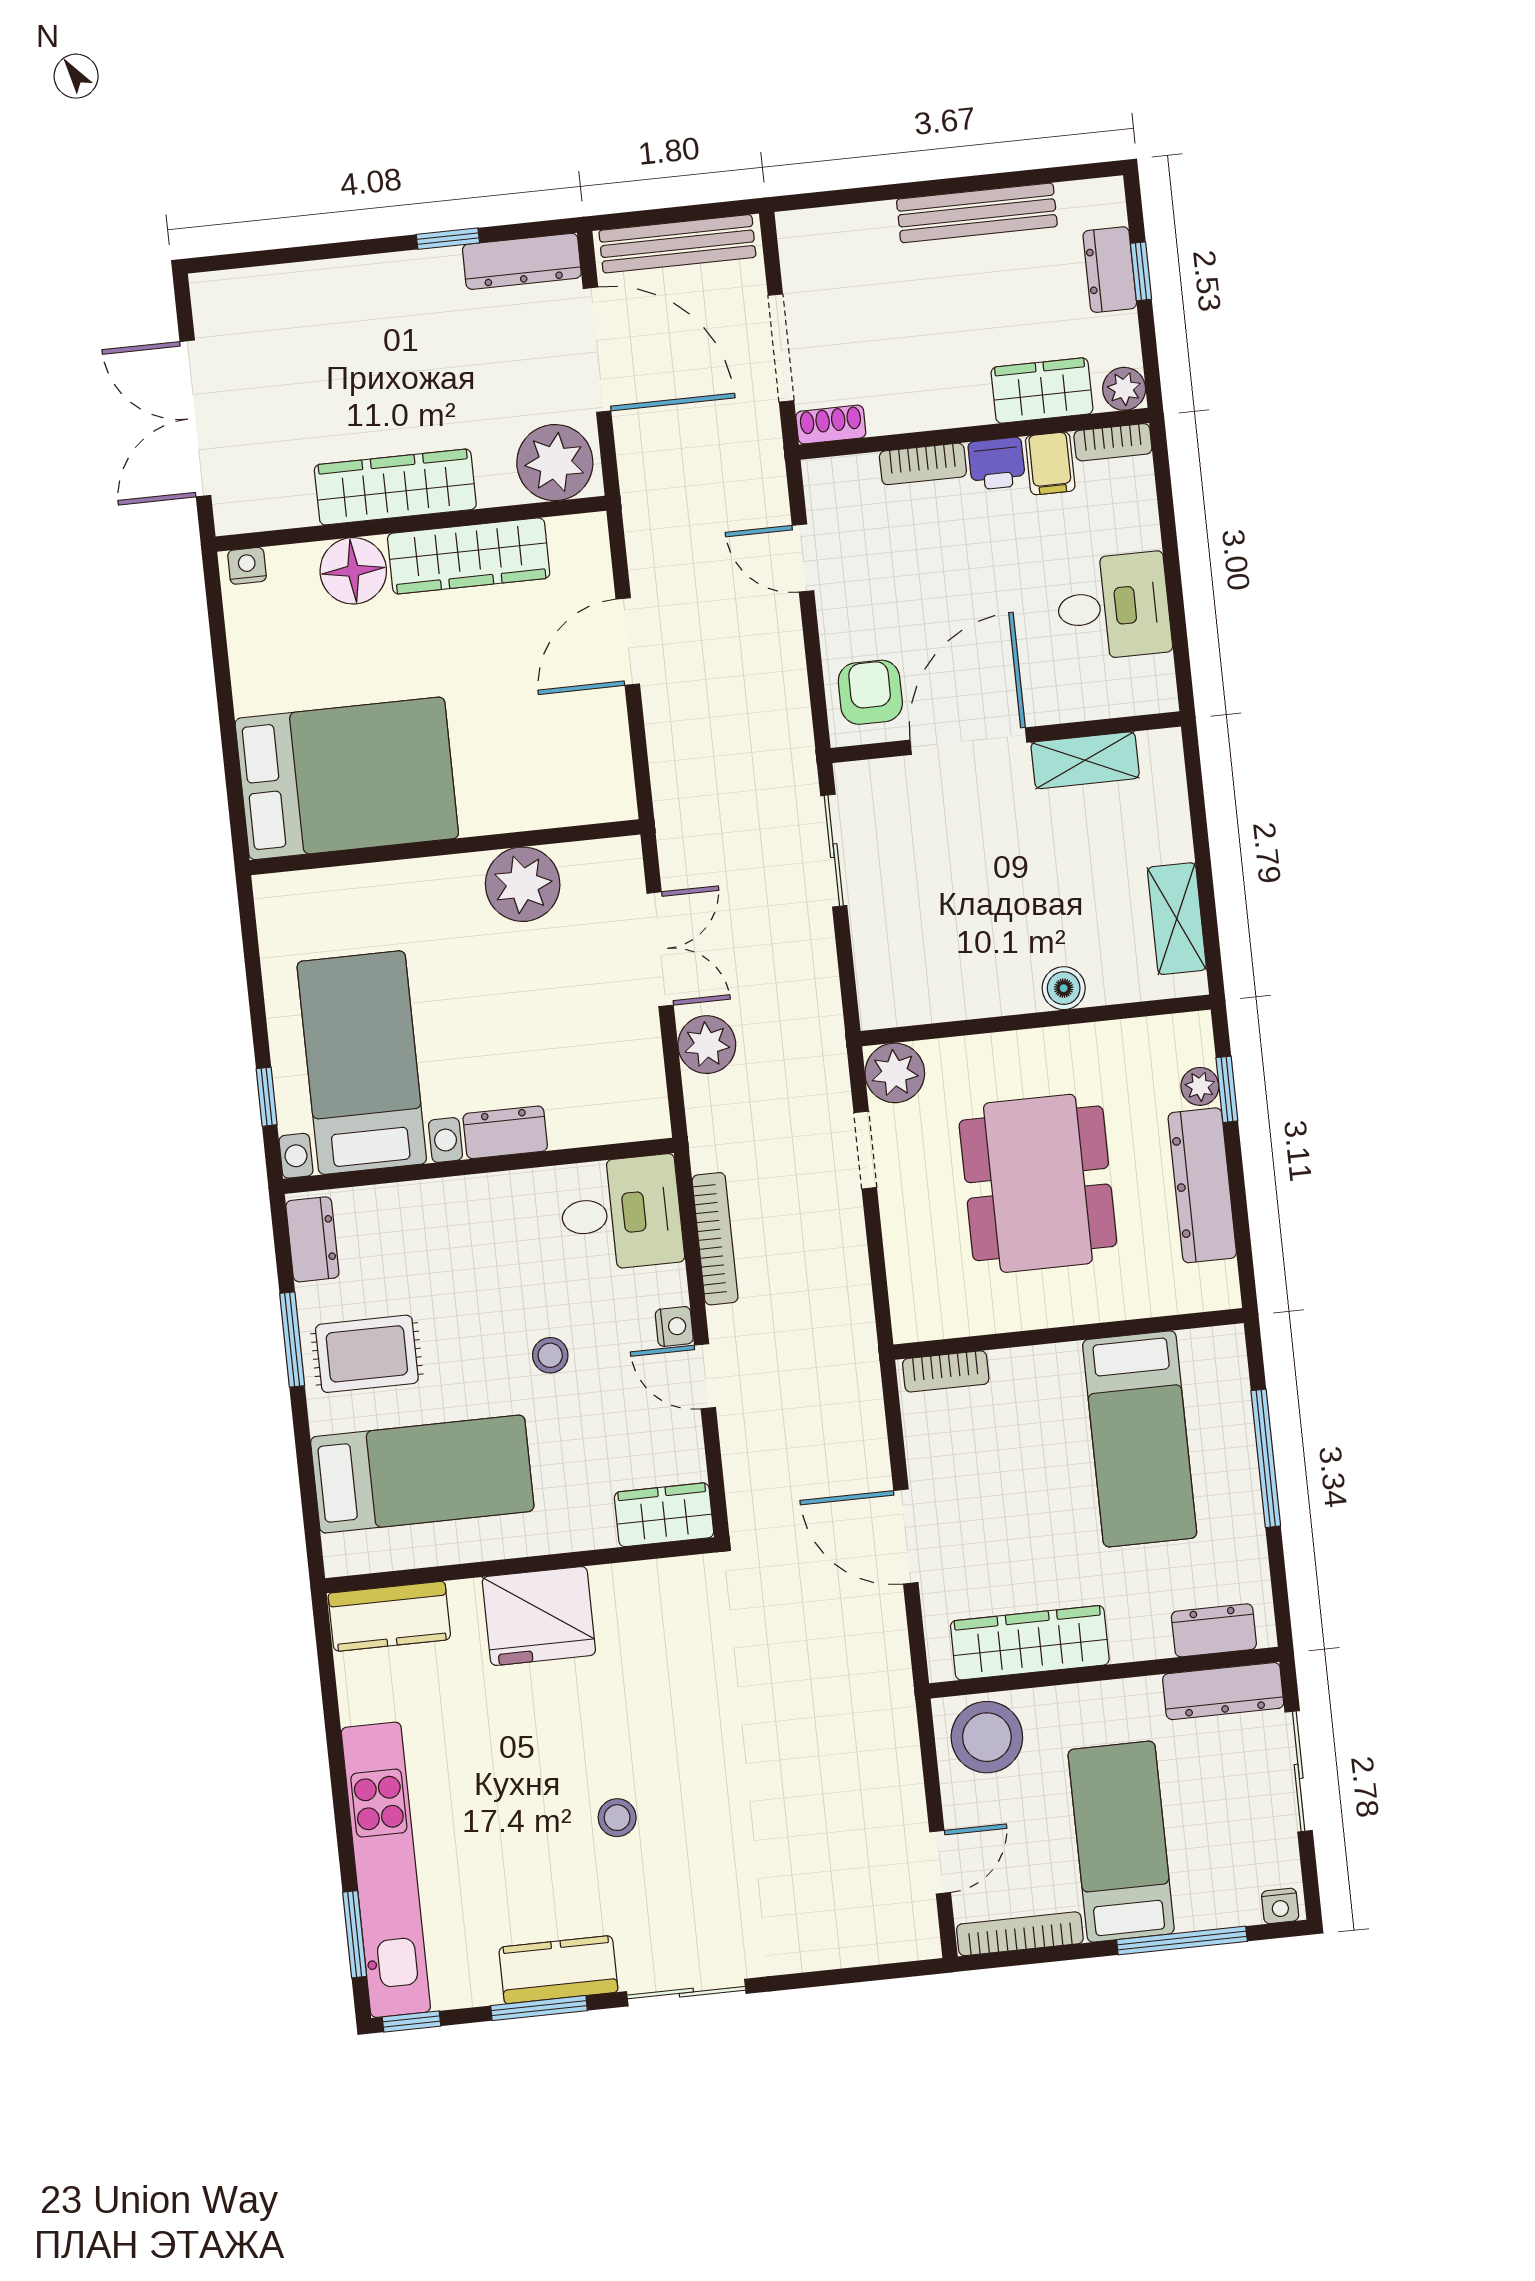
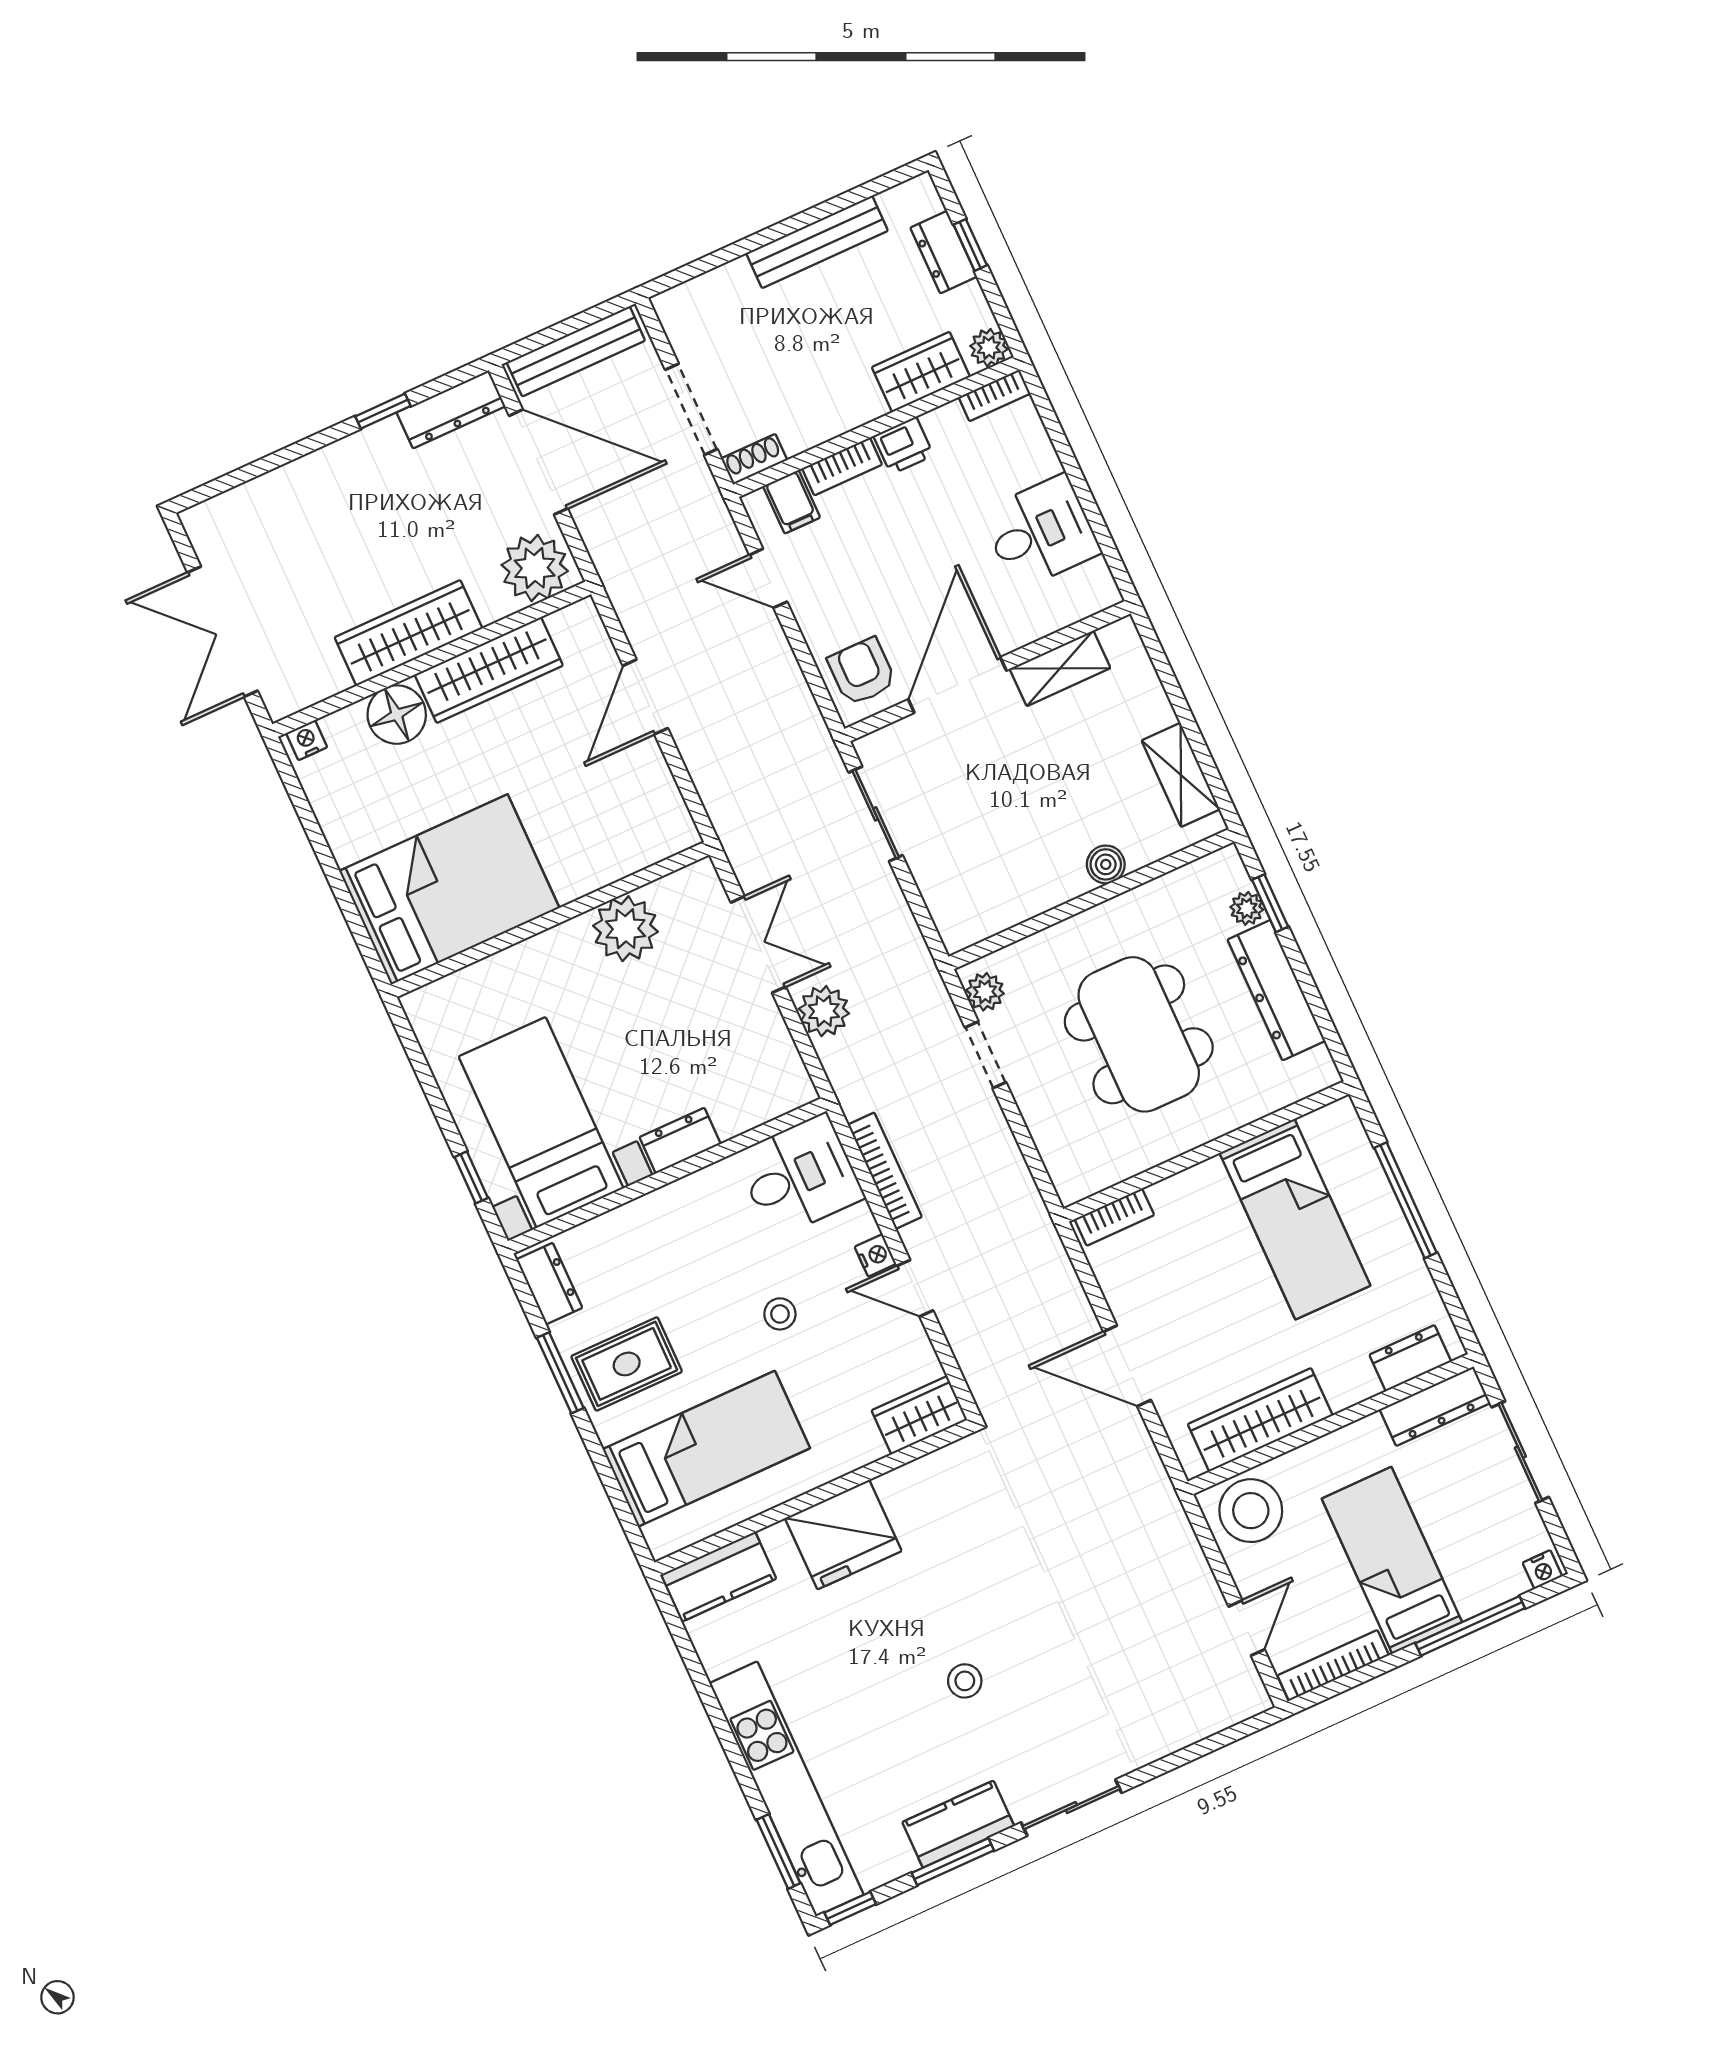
filing cabinet: (1050, 463) -> (792, 502), moved
plant: (895, 1073) -> (985, 992), width x0.73, depth x0.73

